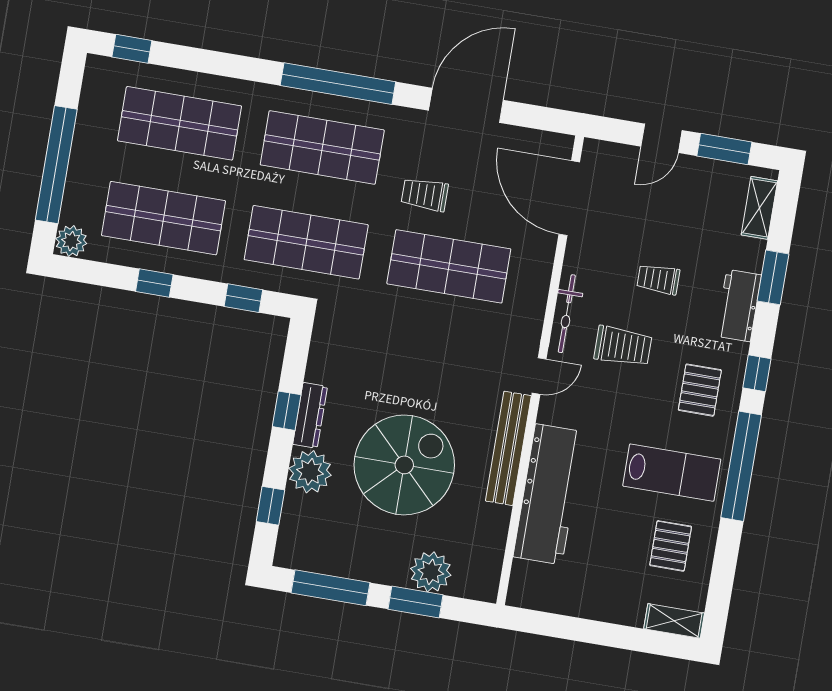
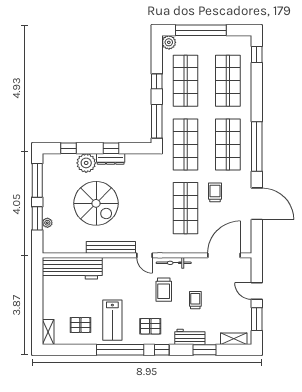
window: (243, 298) -> (157, 121), width x2.17
workbench: (549, 494) -> (72, 268), moved
plant: (431, 572) -> (47, 223), width x0.53, depth x0.53

